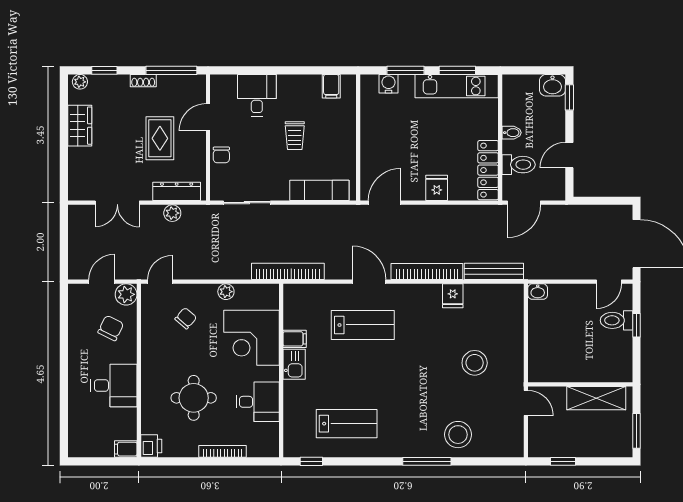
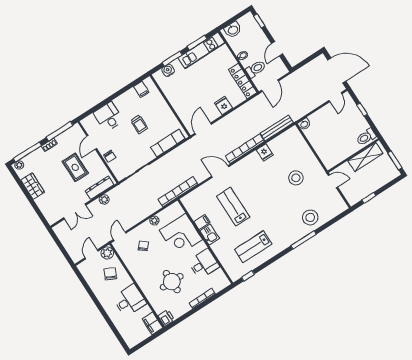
window: (104, 70) -> (27, 152), width x2.17
washbasin: (552, 85) -> (233, 30), moved
toilet: (616, 320) -> (366, 137), moved
lab bench: (363, 325) -> (233, 207), moved, turned -90
lab bench: (347, 424) -> (253, 247), turned 180
filing cabinet: (126, 449) -> (152, 323), width x2.00

